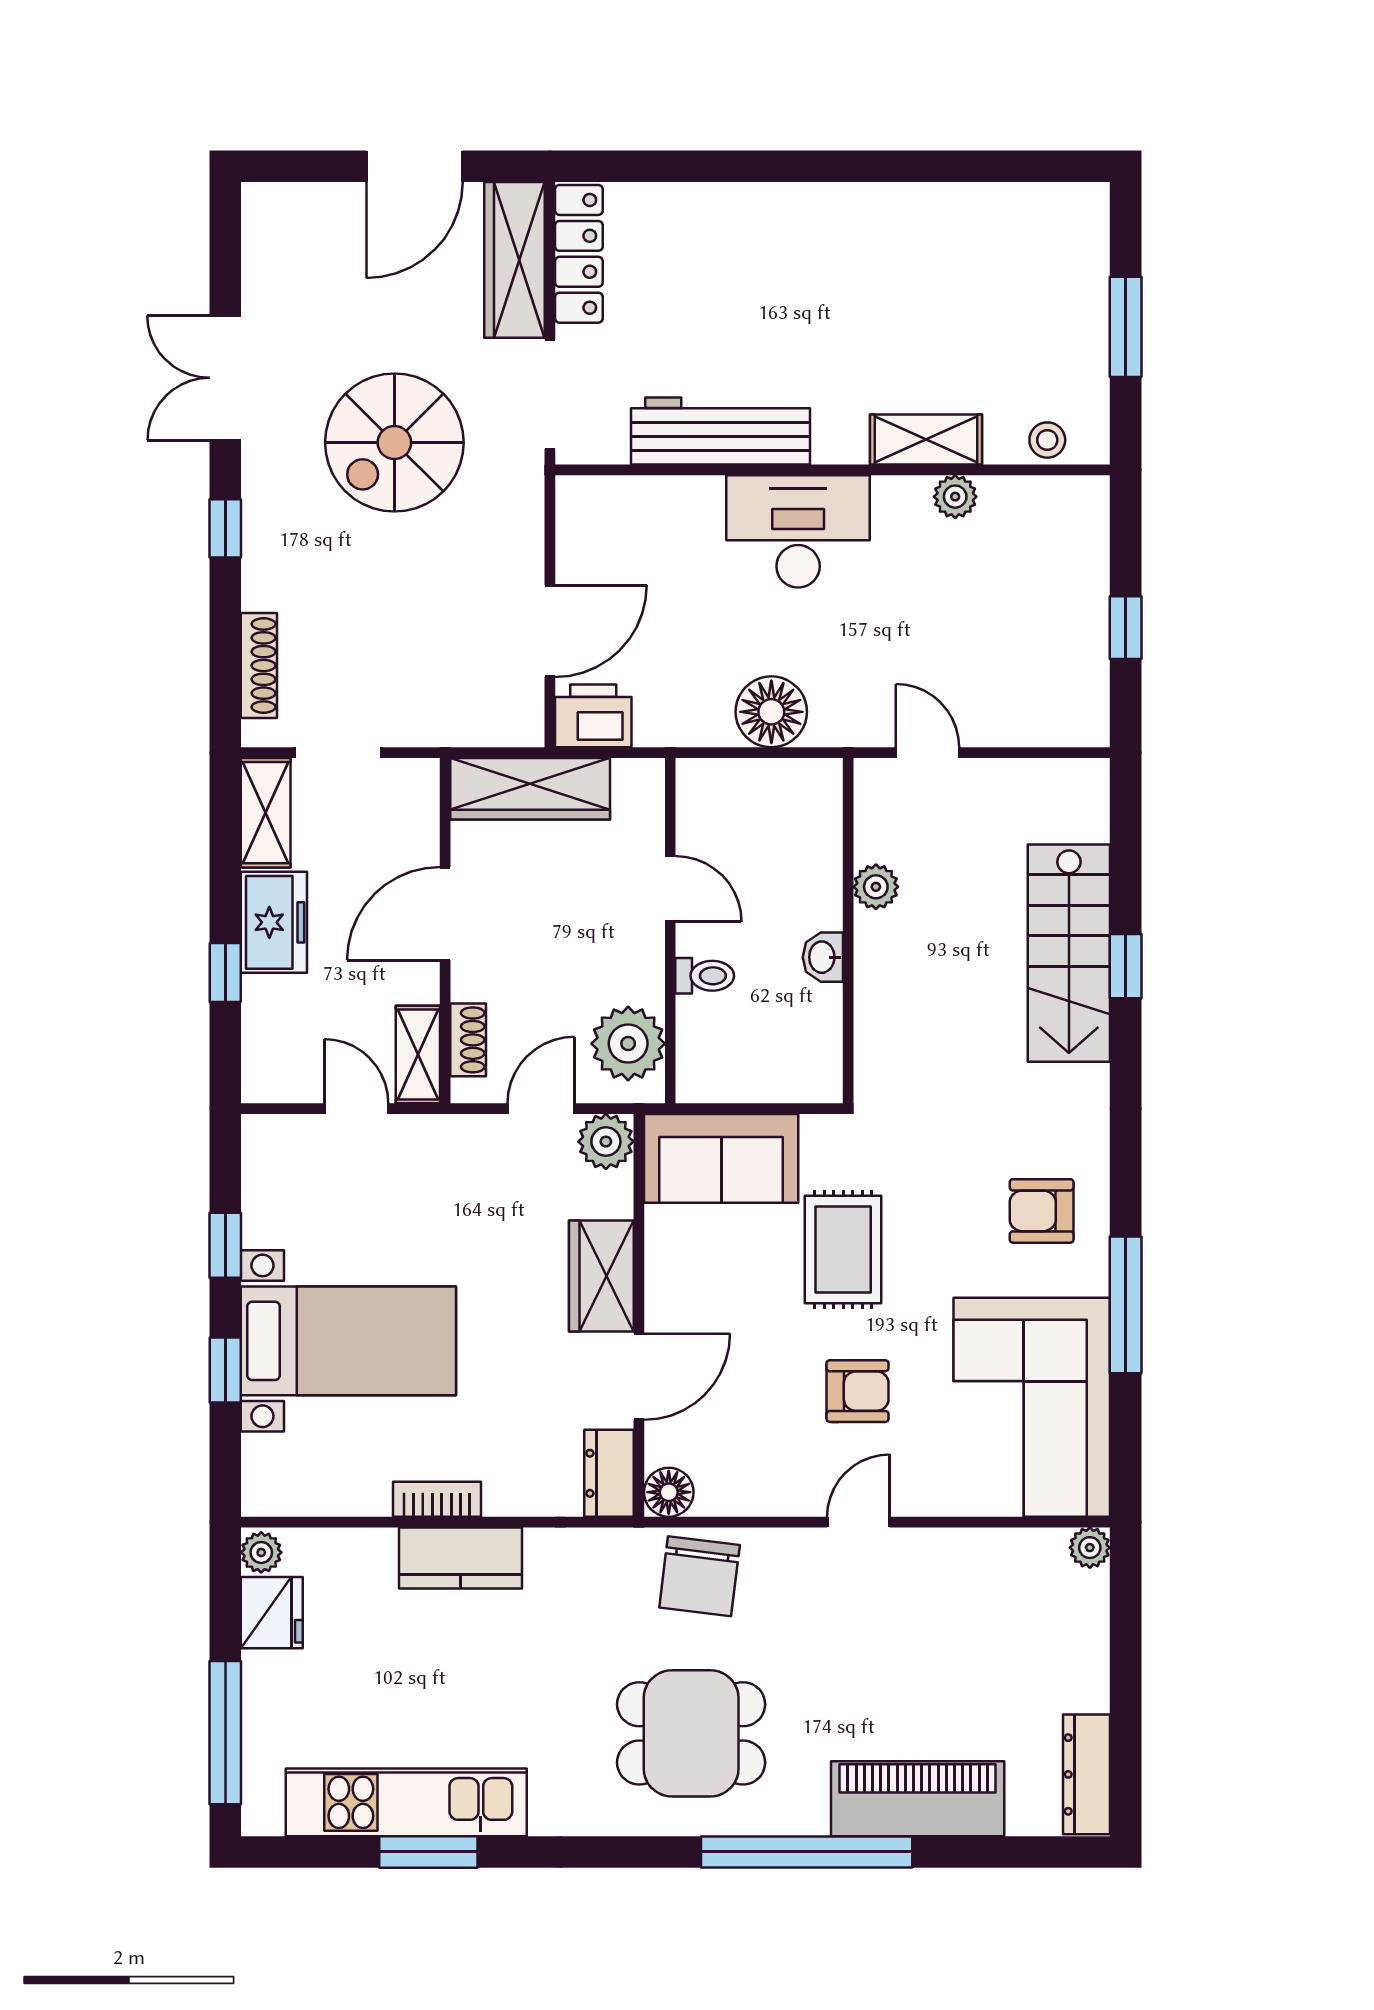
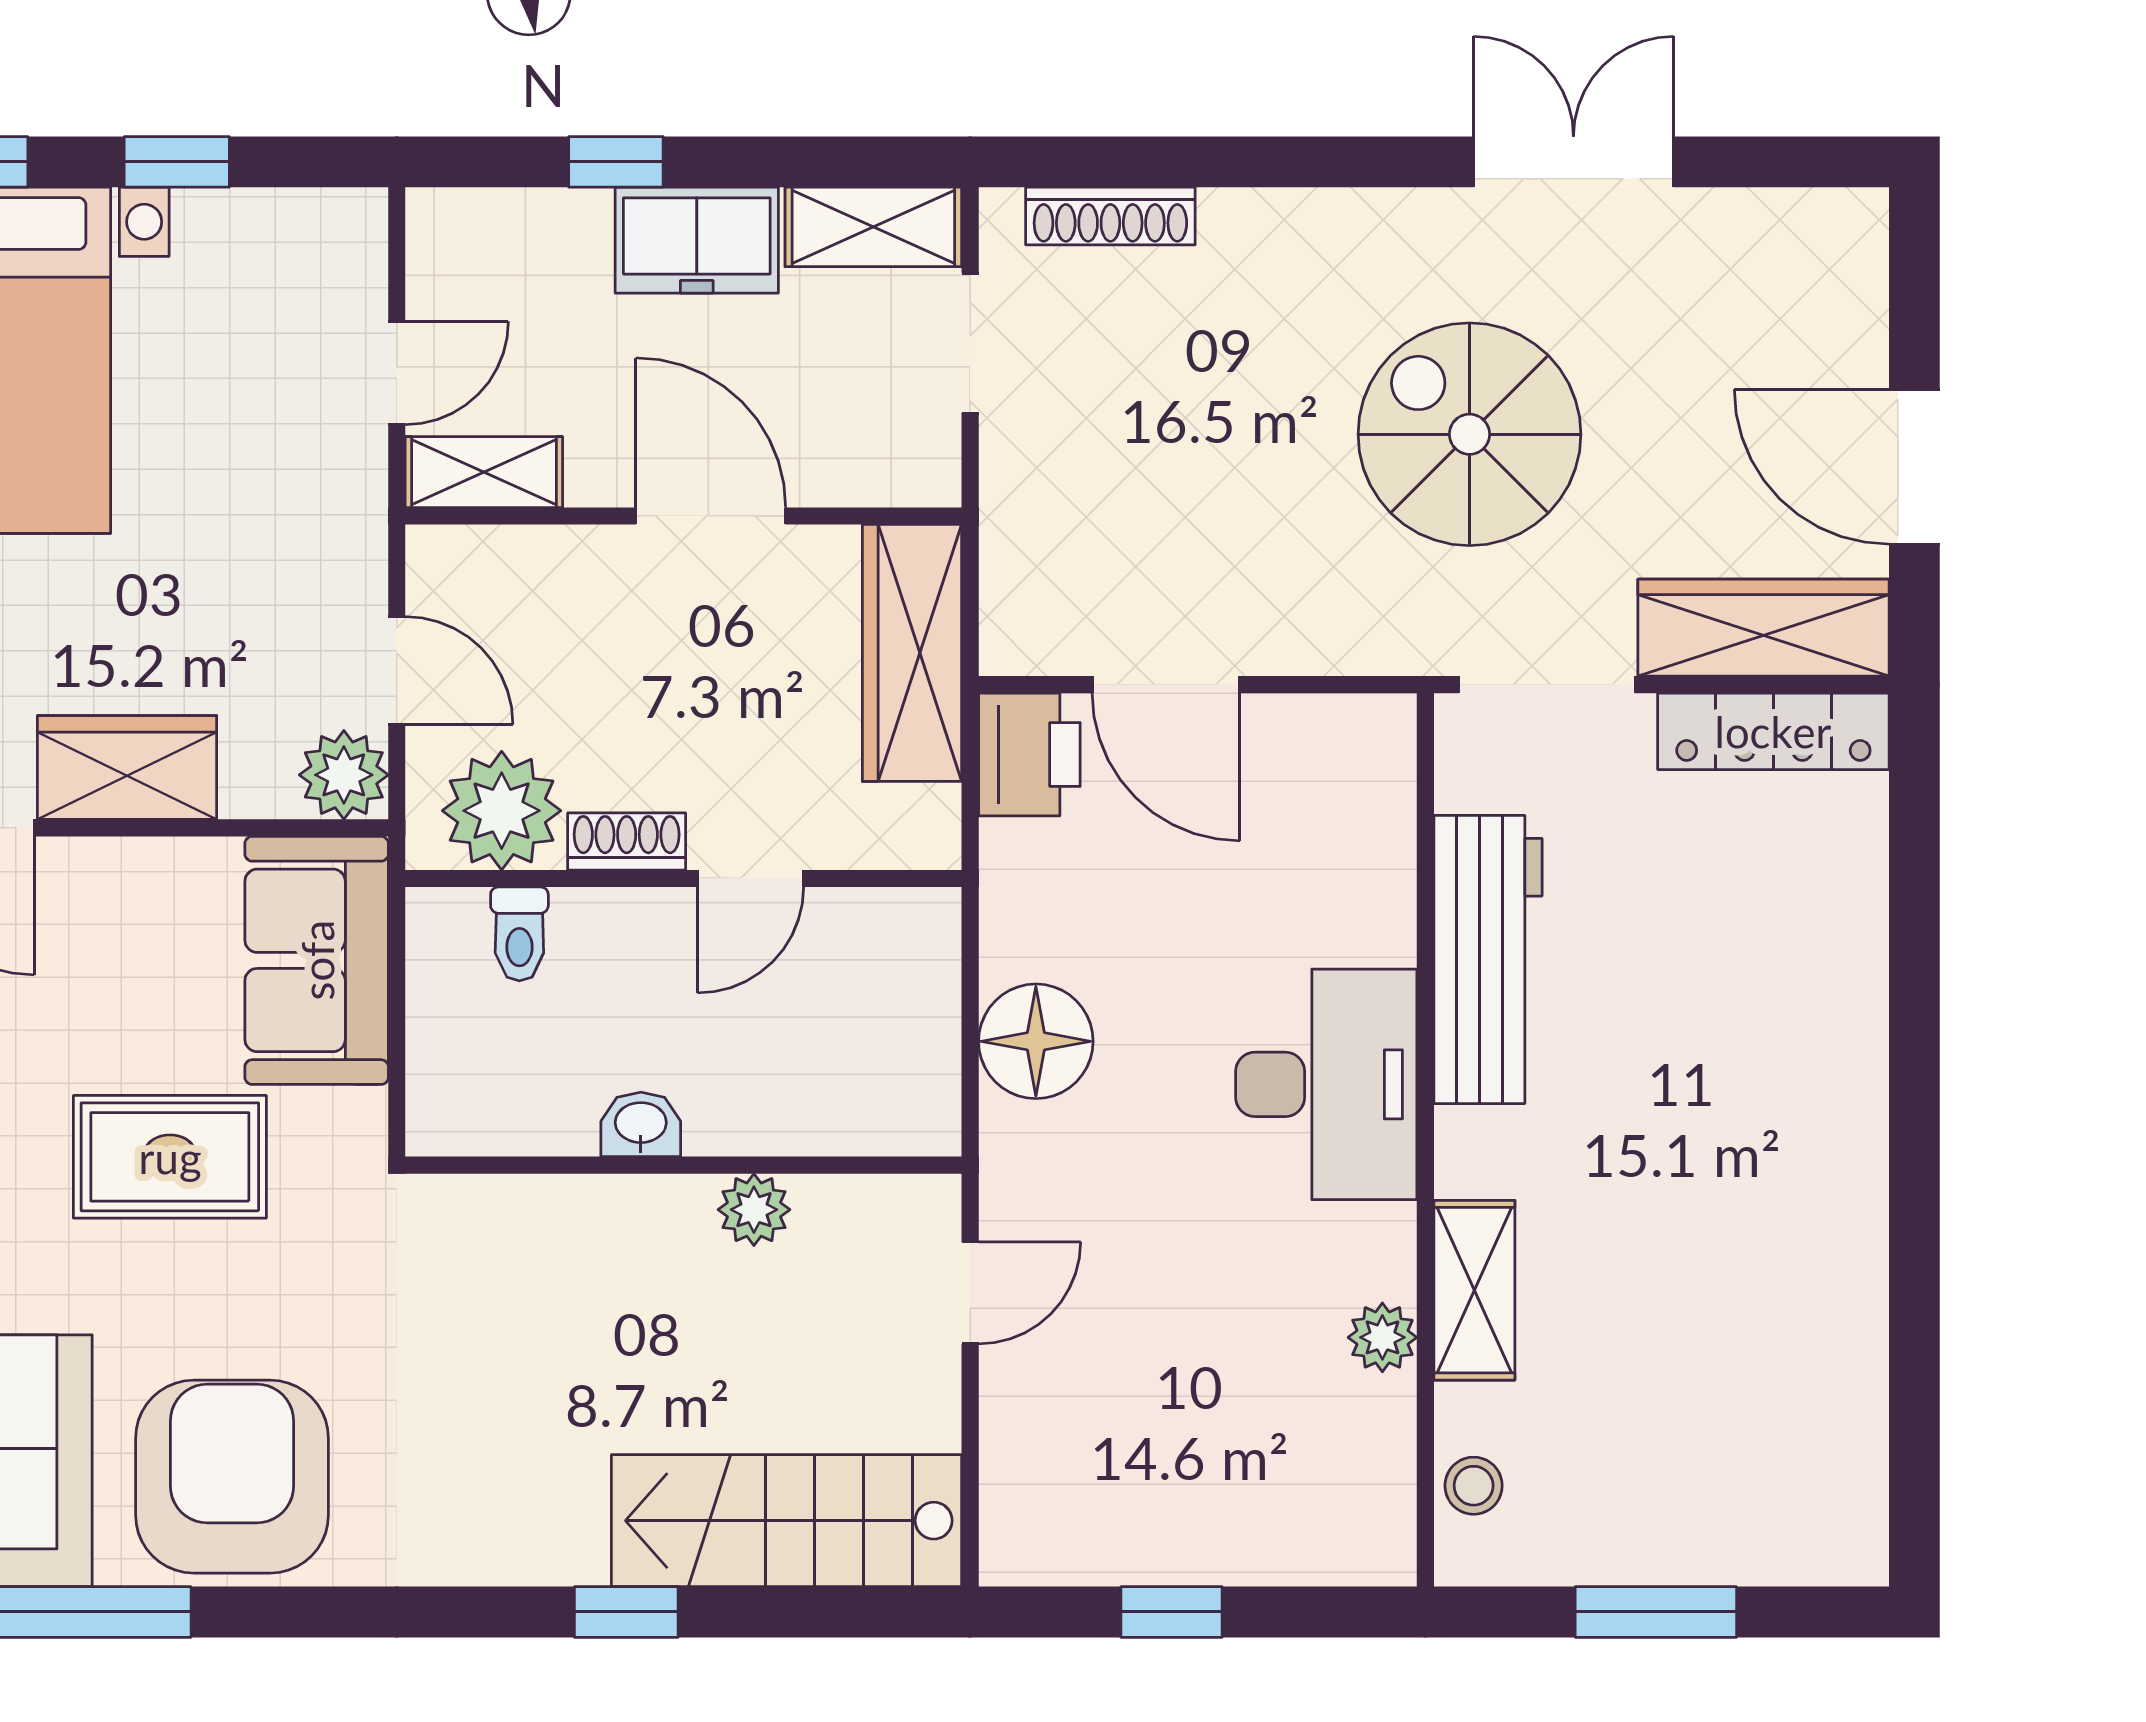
window: (225, 528) -> (1331, 162), removed
stairs: (1069, 953) -> (787, 1521), moved
toilet: (705, 976) -> (519, 934), moved
shoe rack: (468, 1040) -> (627, 841), moved, turned 180
armchair: (1042, 1211) -> (232, 1477), width x1.88, depth x1.88

